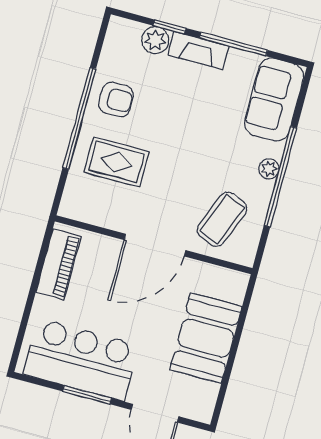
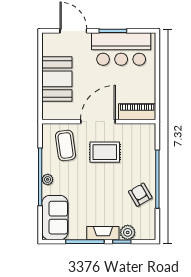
armchair: (116, 99) -> (140, 195), turned 60
rug: (116, 162) -> (105, 152), moved
coffee table: (222, 219) -> (66, 145), turned -30
piano: (58, 264) -> (137, 112), moved, turned 90

